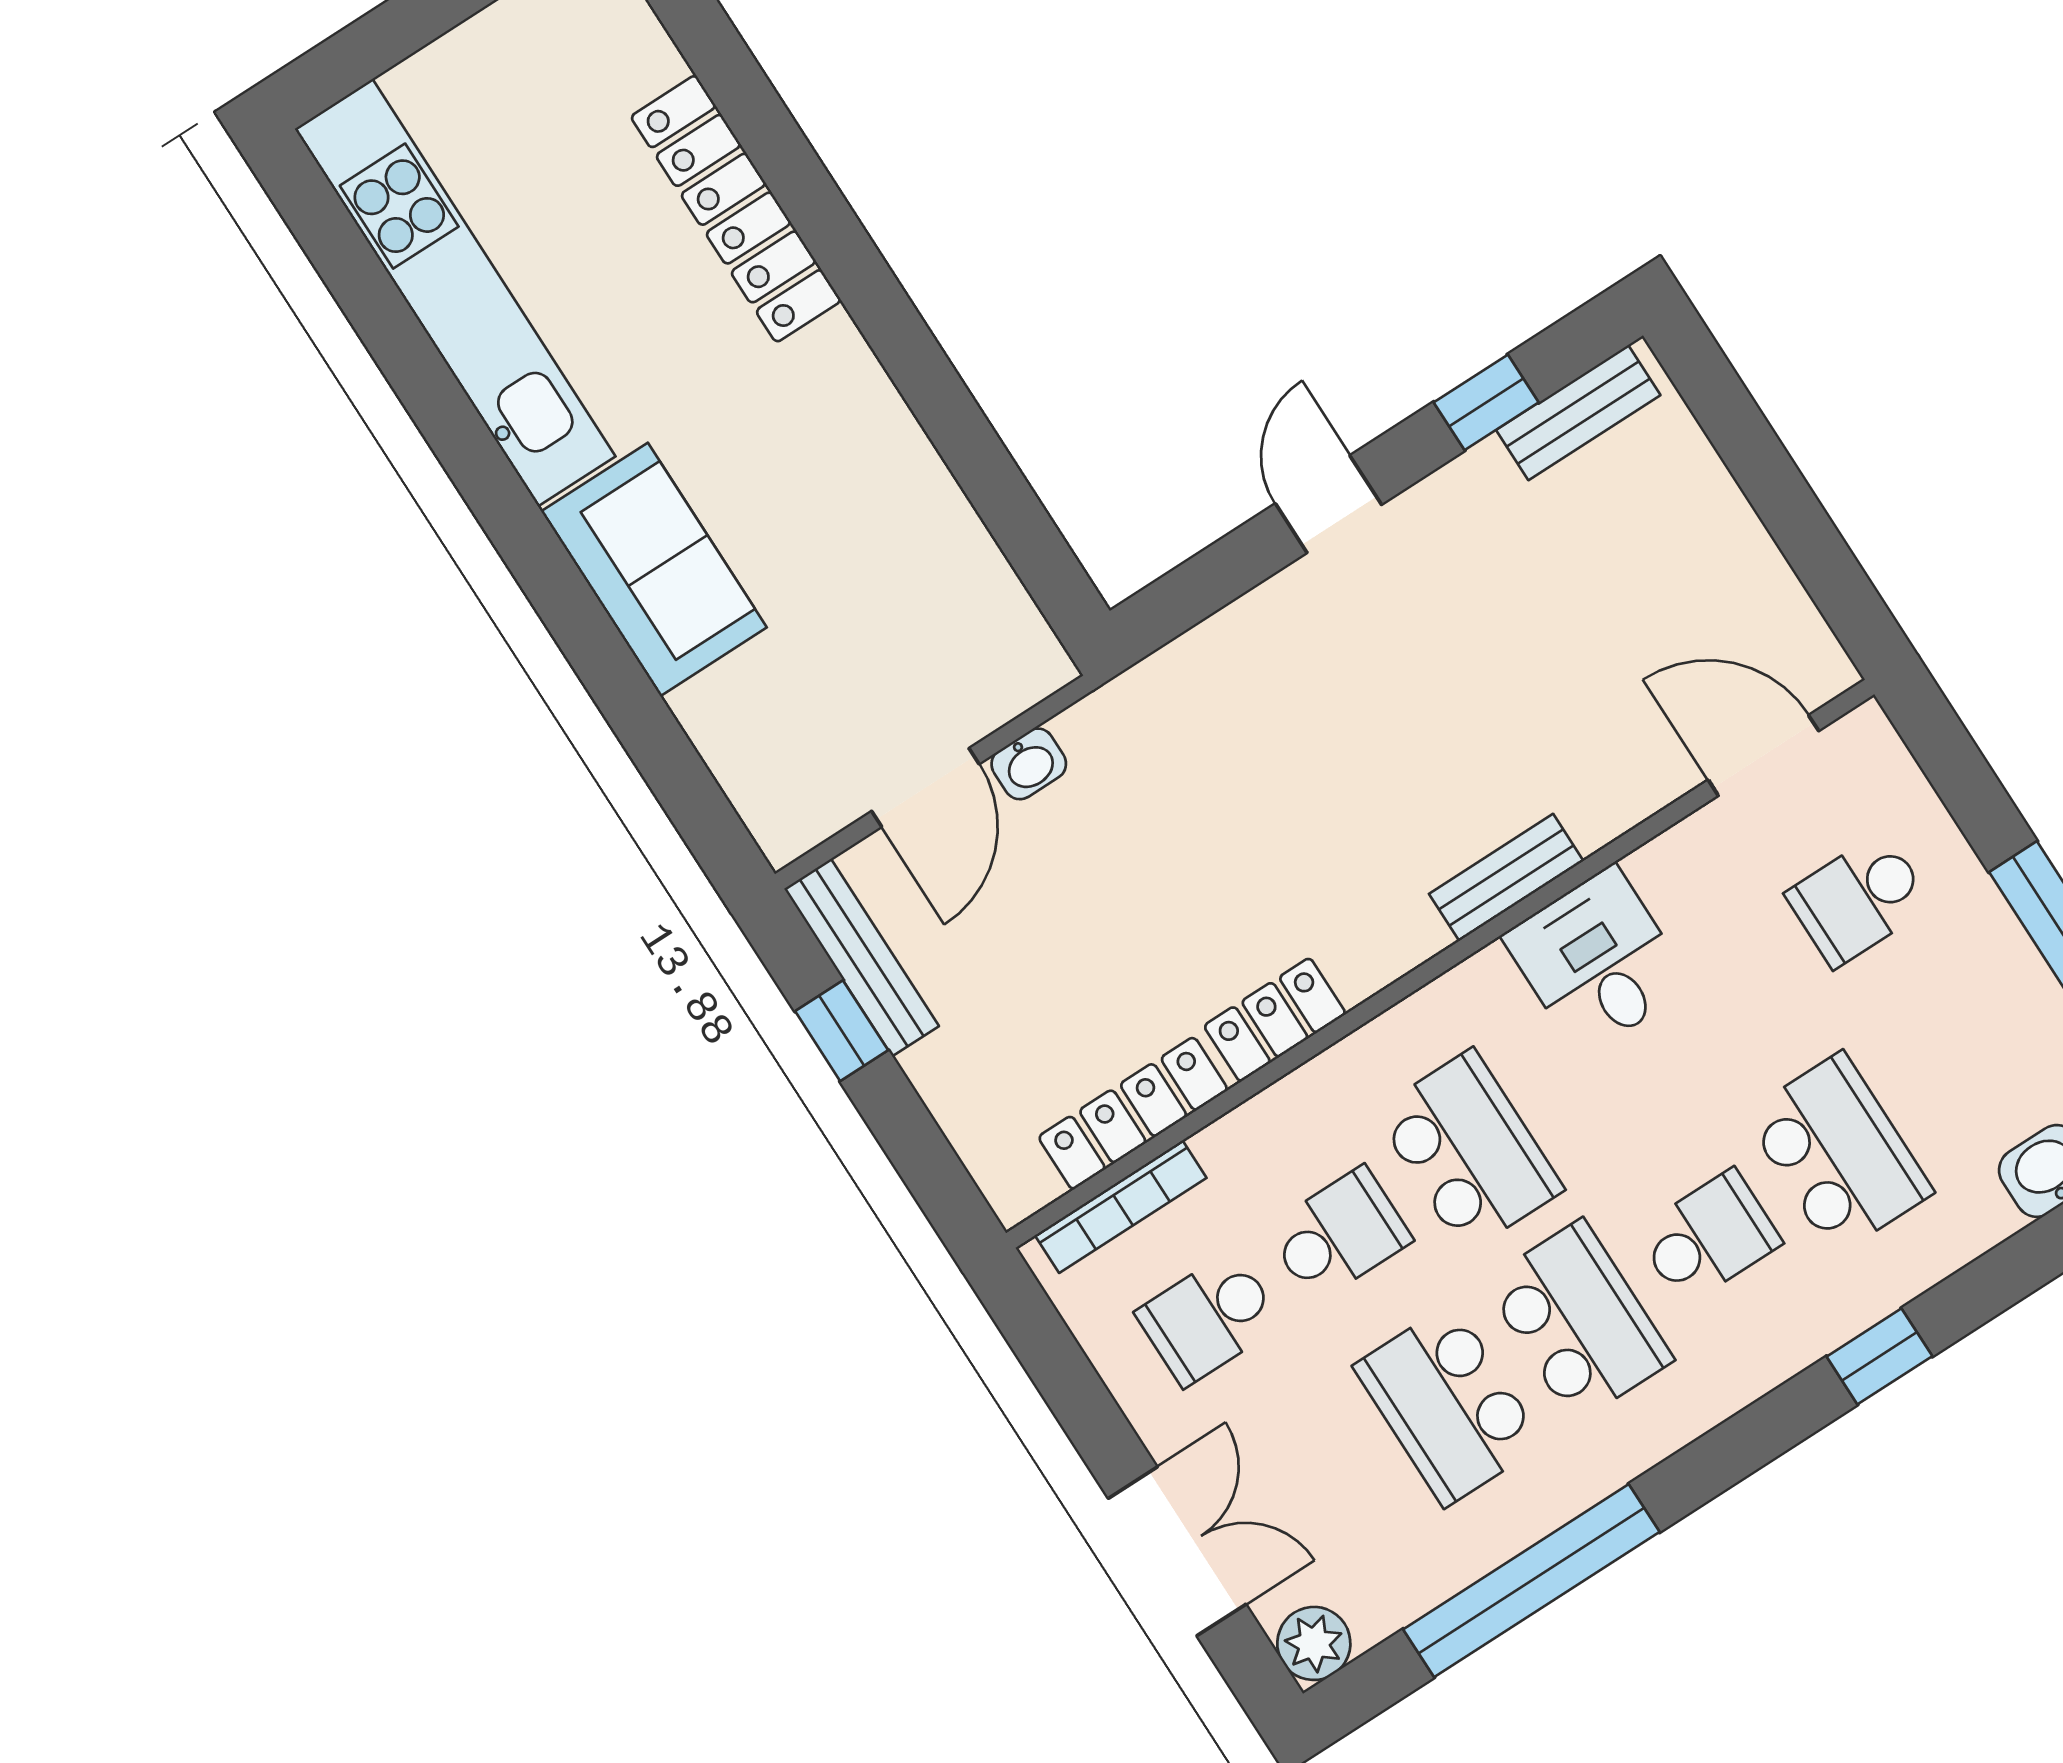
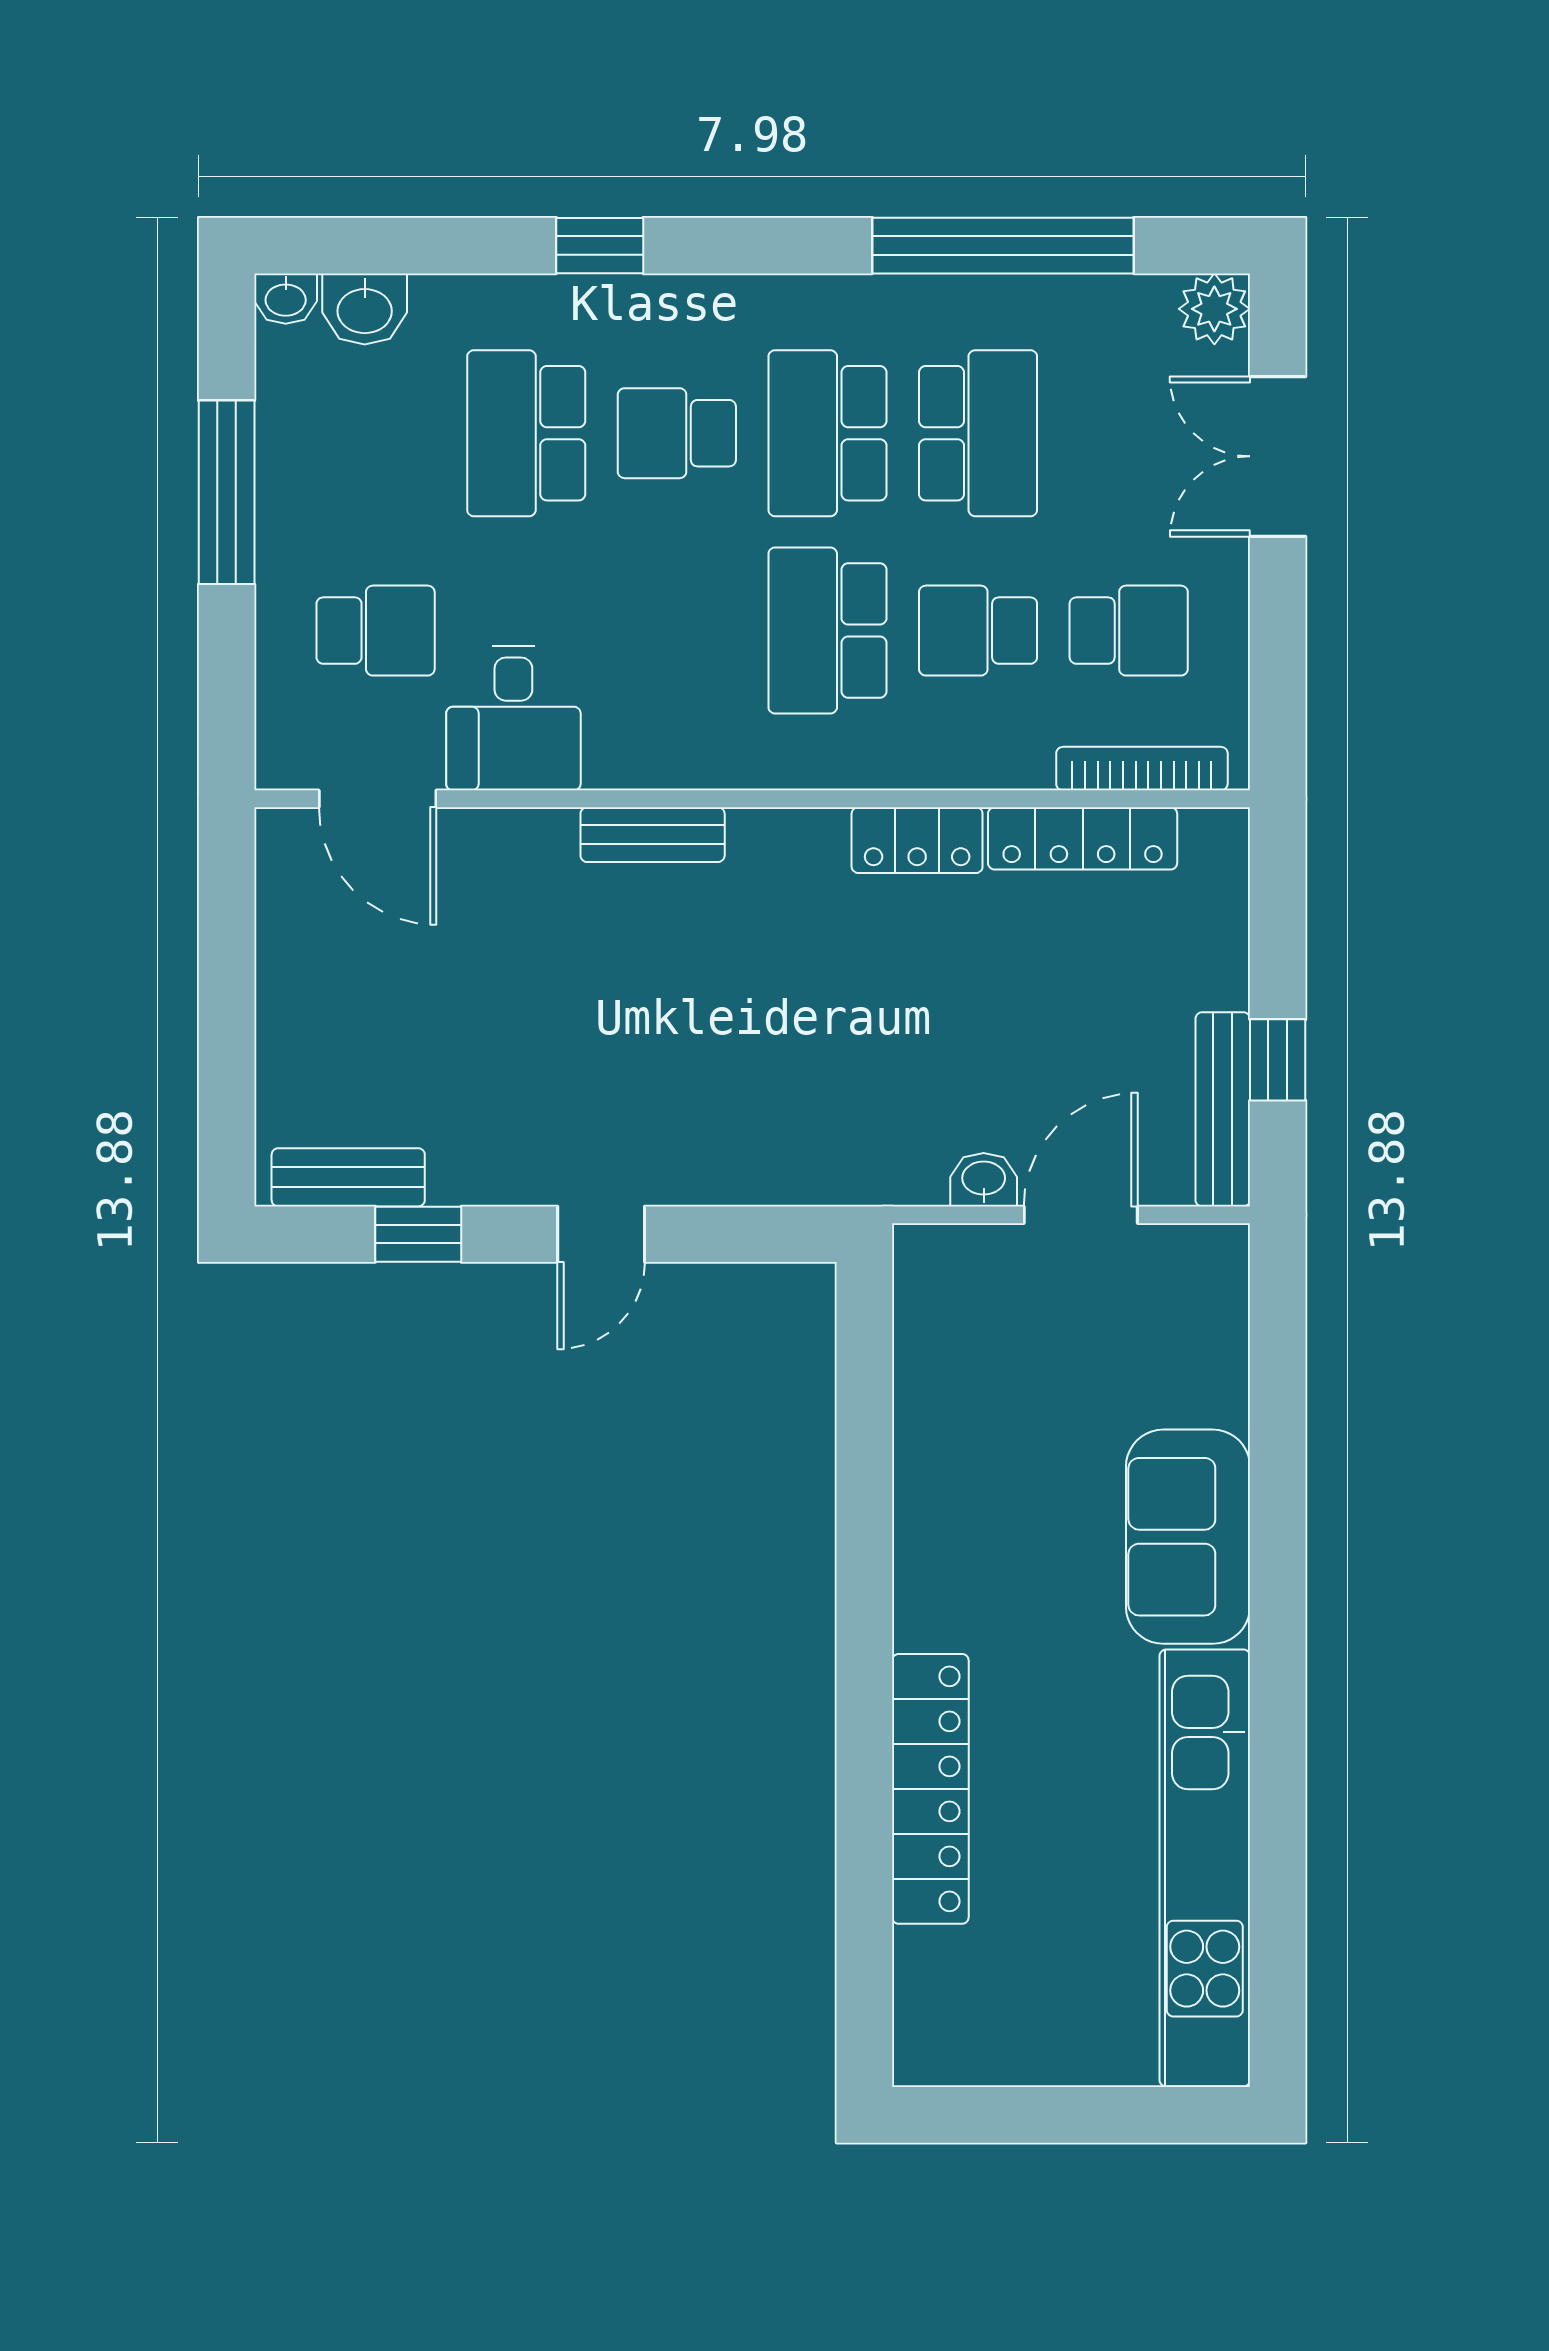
desk: (1597, 961) -> (513, 718), moved

